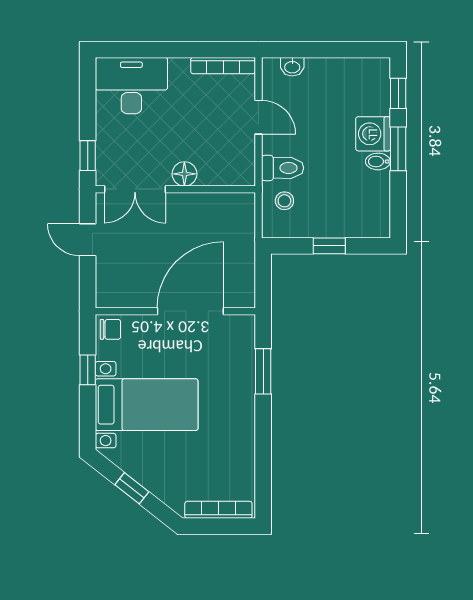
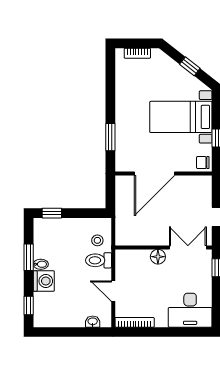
window: (398, 149) -> (29, 257), moved
window: (329, 246) -> (52, 213), moved
bookcase: (218, 510) -> (137, 53), width x0.64

